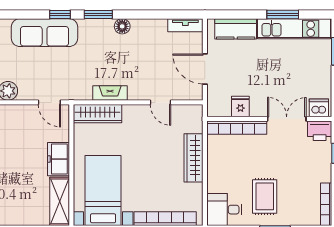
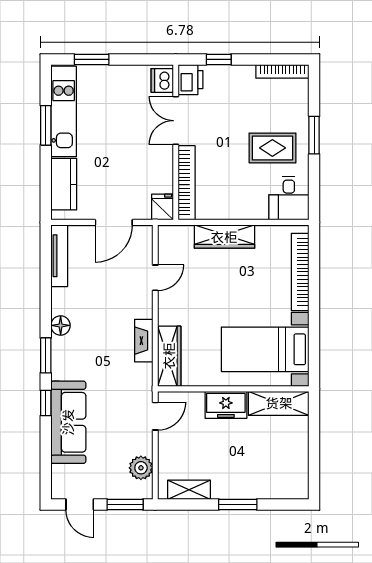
tv unit: (185, 25) -> (59, 256), width x1.41
fridge: (240, 106) -> (162, 207), moved, turned 90

